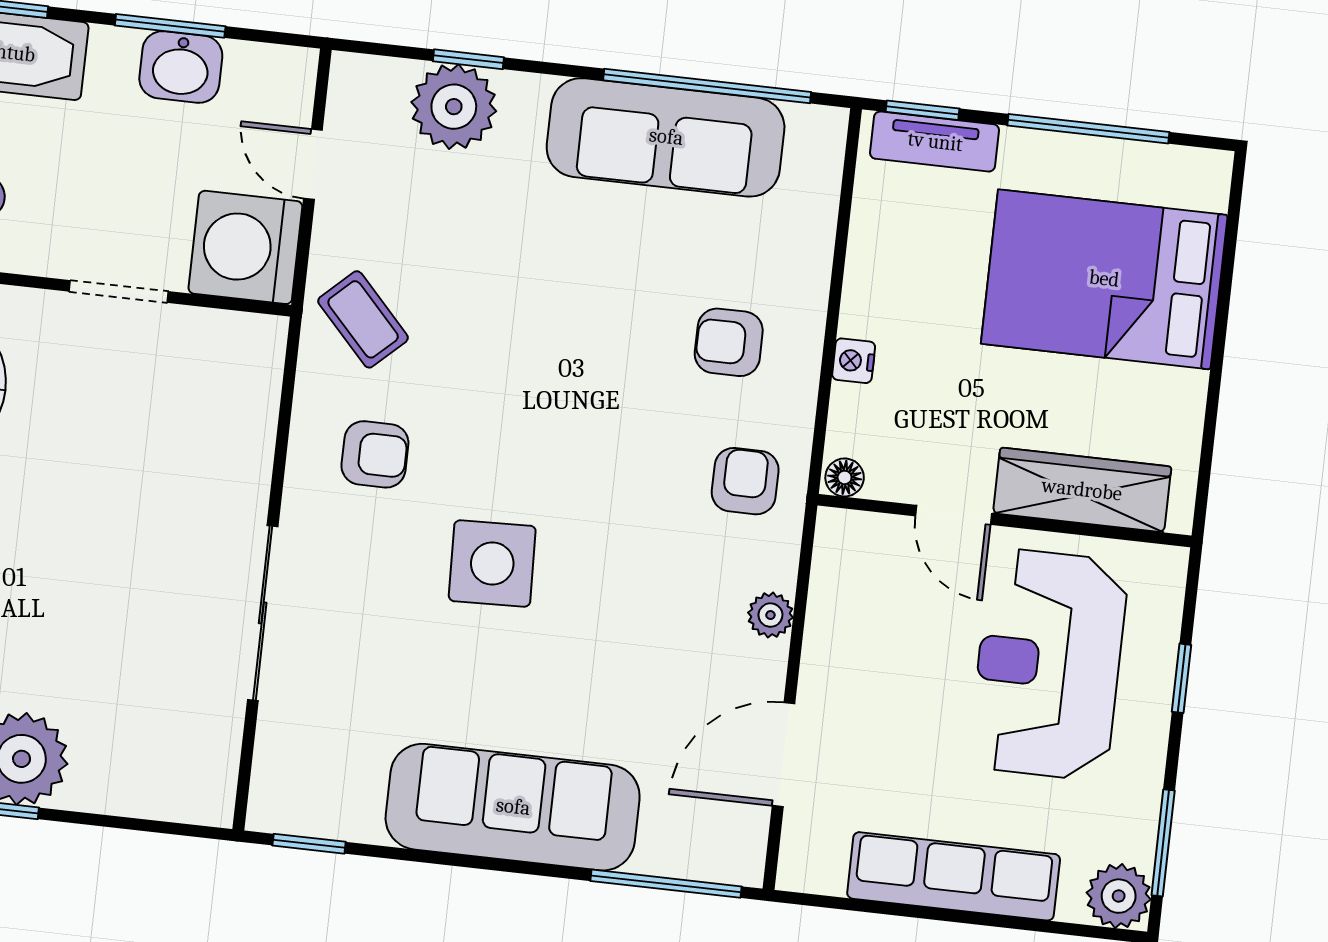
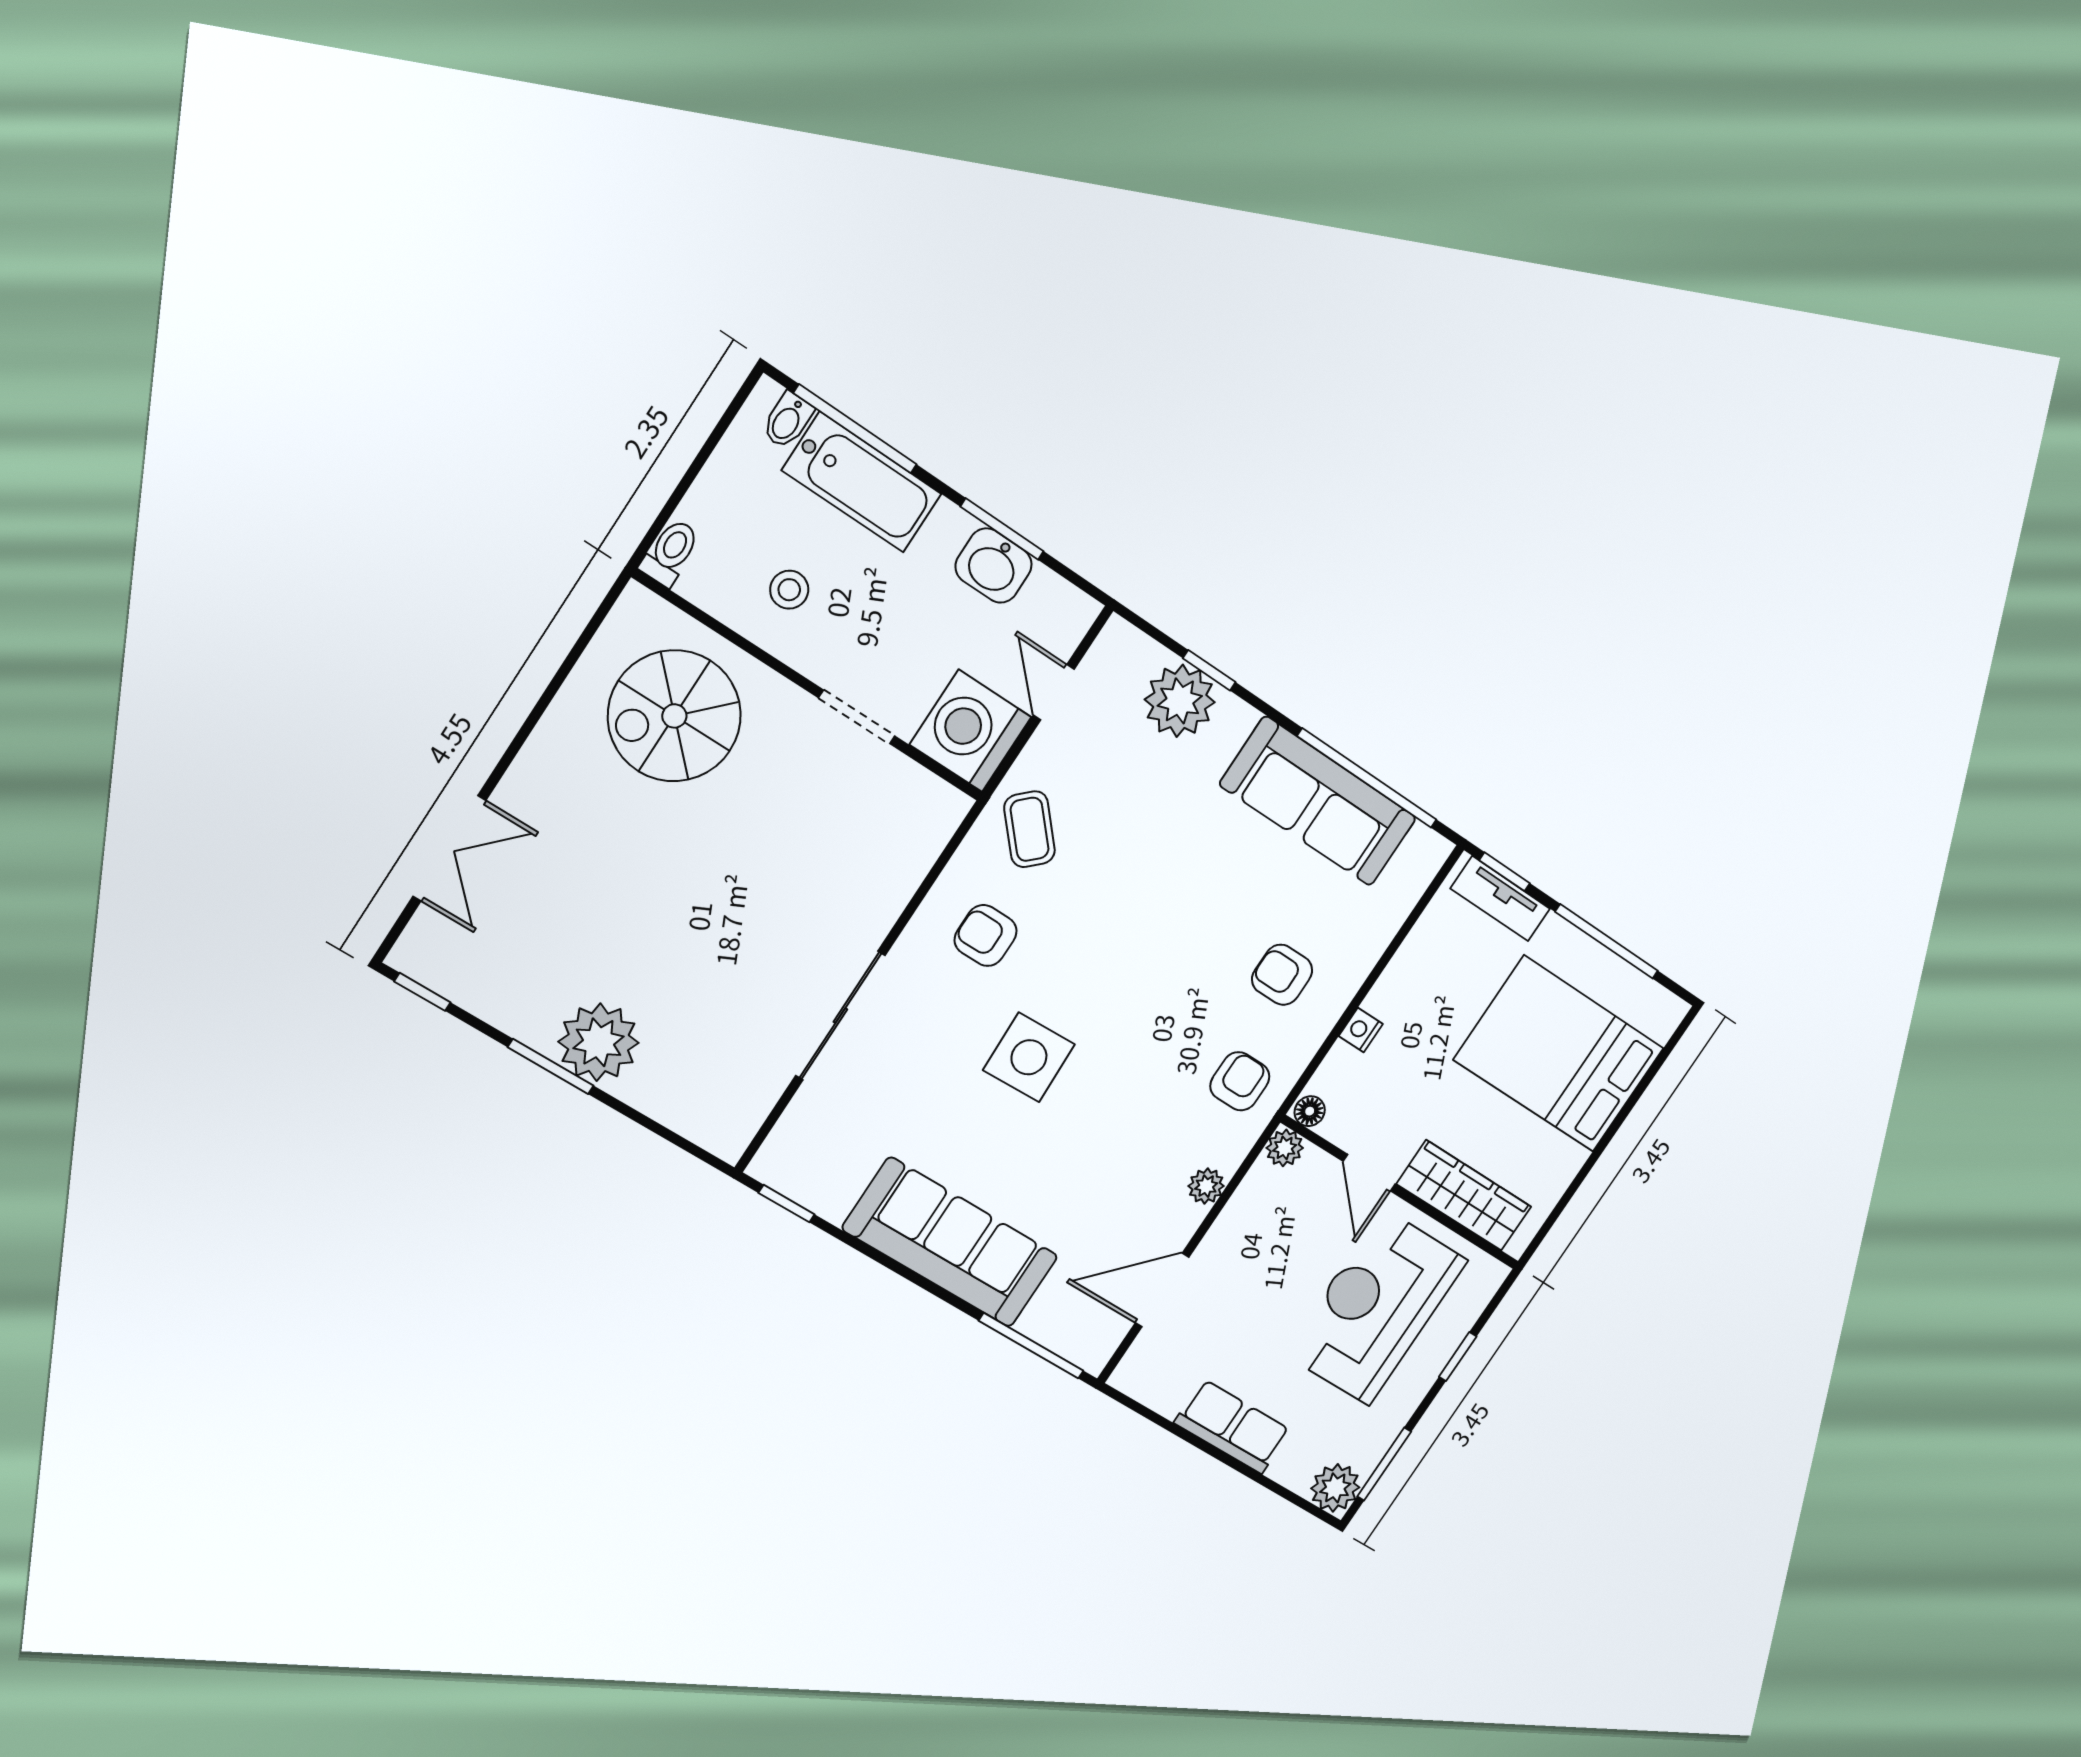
armchair: (375, 454) -> (986, 935), turned 180
plant: (838, 532) -> (1285, 1148), added
row of seats: (954, 876) -> (1233, 1427), width x0.68

